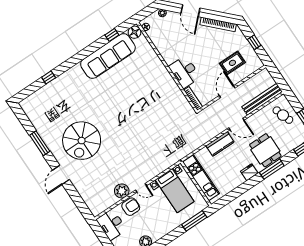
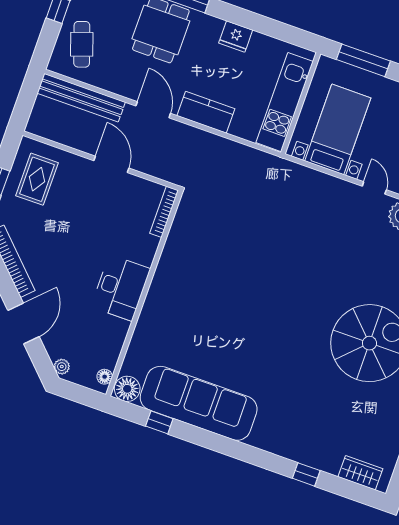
rug: (232, 63) -> (37, 179), moved, turned 90
desk: (185, 72) -> (121, 288), moved
door: (227, 92) -> (111, 164), swing flipped
wardrobe: (33, 99) -> (360, 473), added
fridge: (249, 172) -> (236, 36), moved

